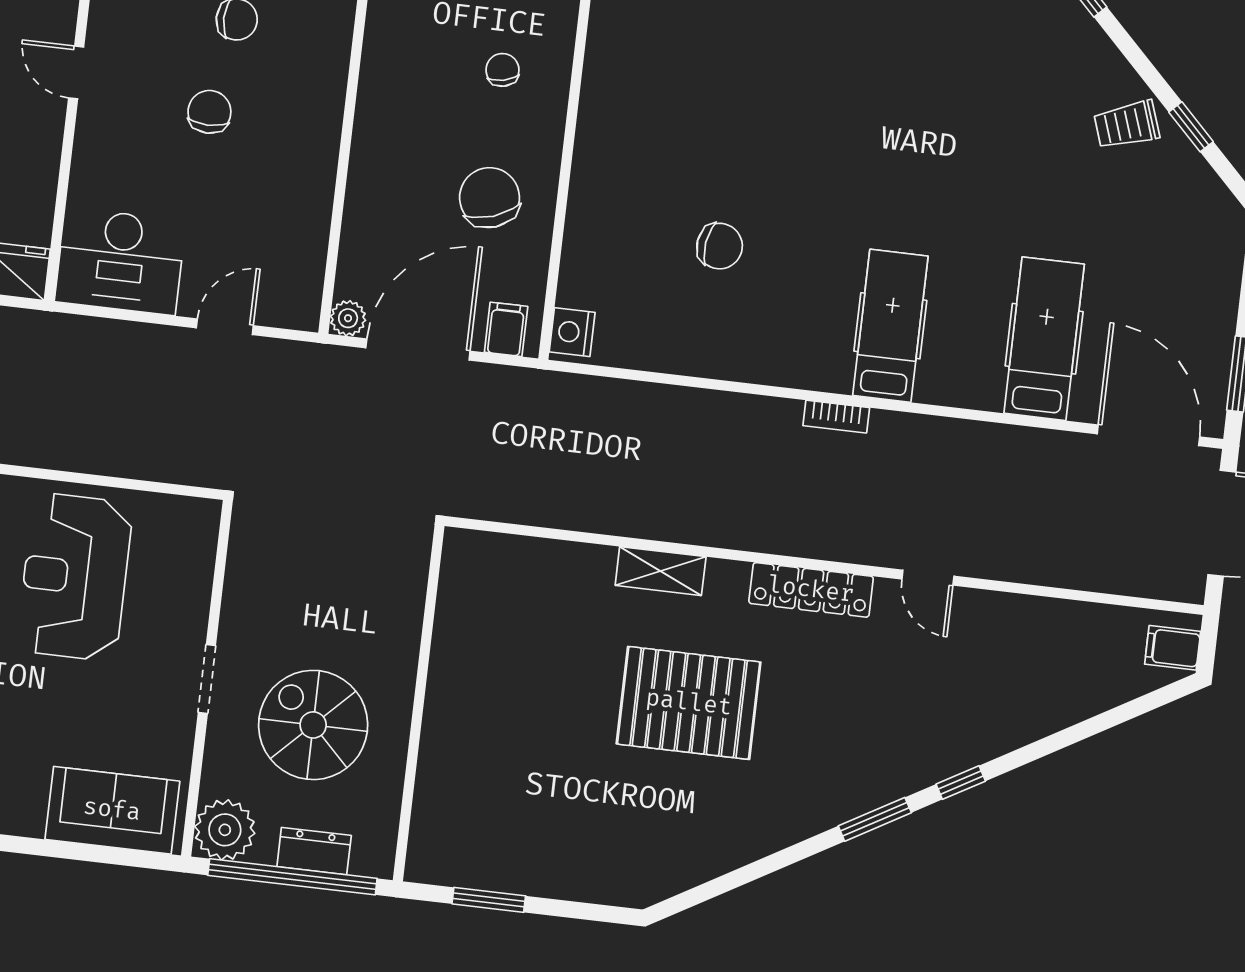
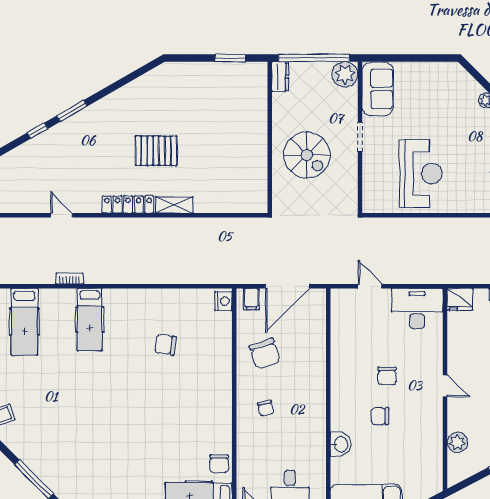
plant: (348, 318) -> (318, 296), removed
door: (225, 327) -> (370, 286), swing flipped
bookcase: (836, 417) -> (70, 279), moved
locker: (811, 590) -> (128, 204), moved
pallet: (689, 703) -> (156, 151), width x0.73, depth x0.71
spiral stairs: (313, 725) -> (307, 155), moved
sofa: (112, 810) -> (378, 89), moved, turned -90
dresser: (314, 851) -> (280, 76), moved, turned -90

